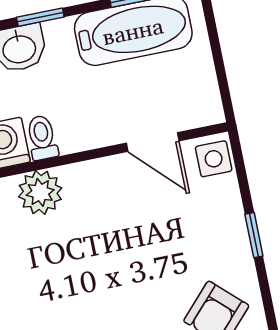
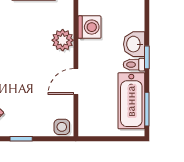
toilet: (42, 138) -> (134, 65), moved, turned 180
door: (153, 142) -> (76, 82), moved

